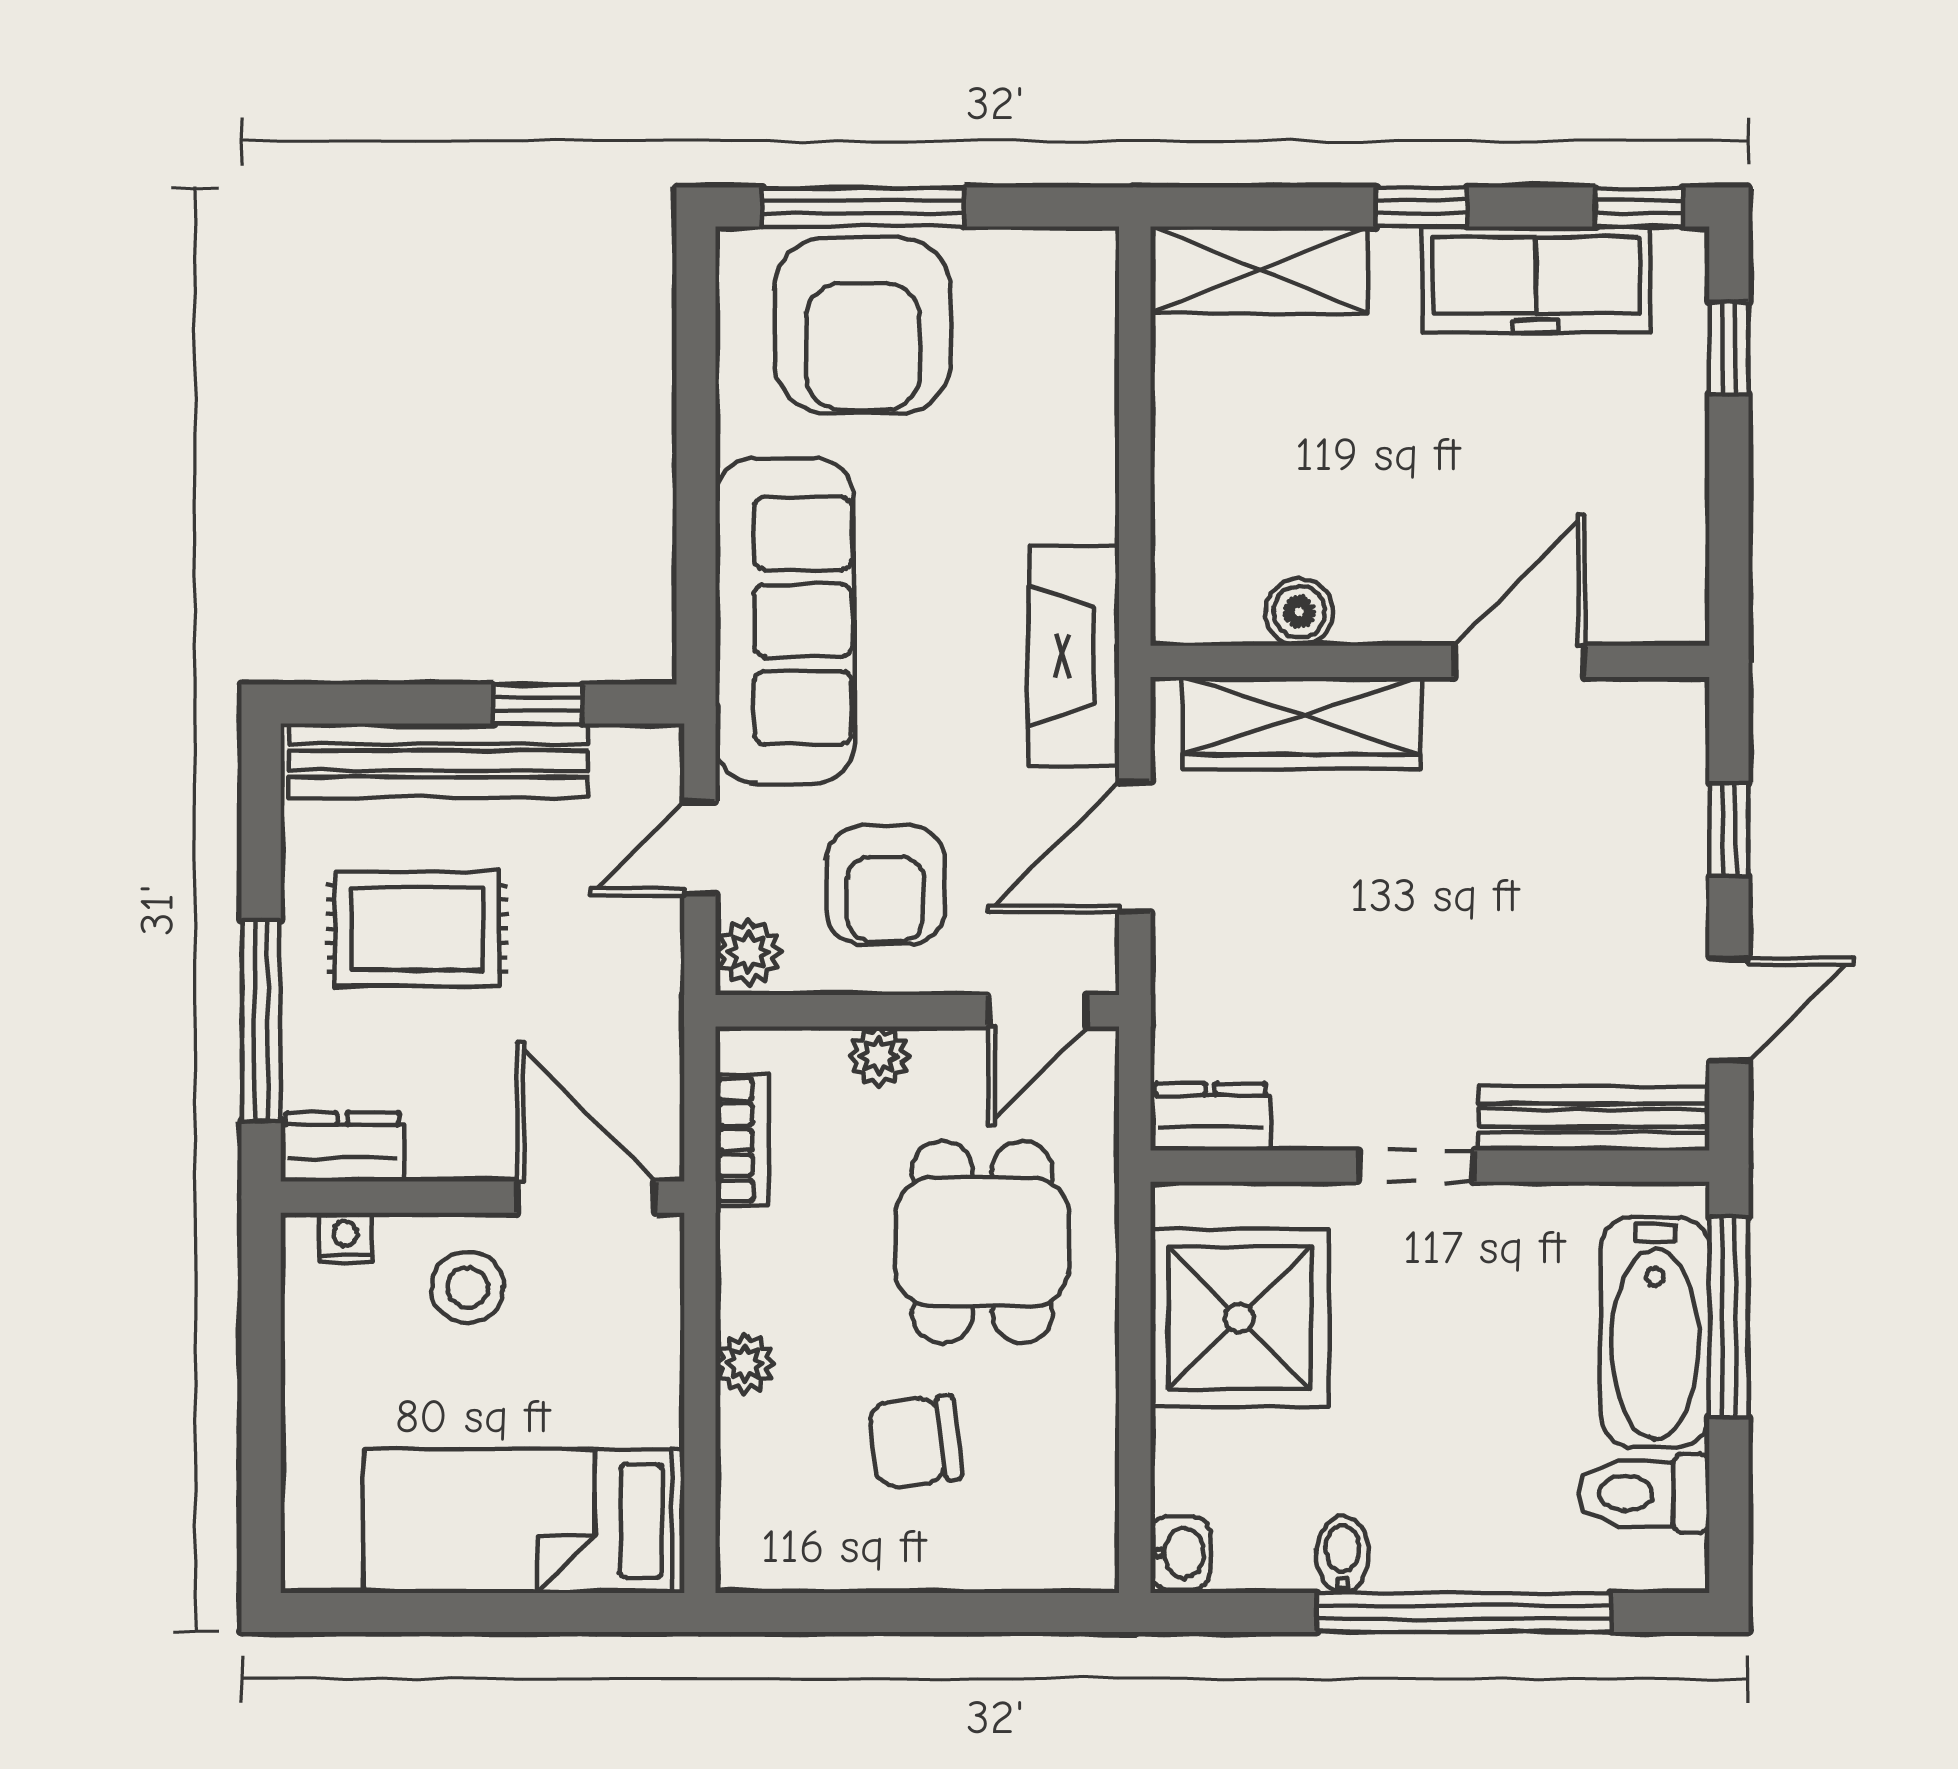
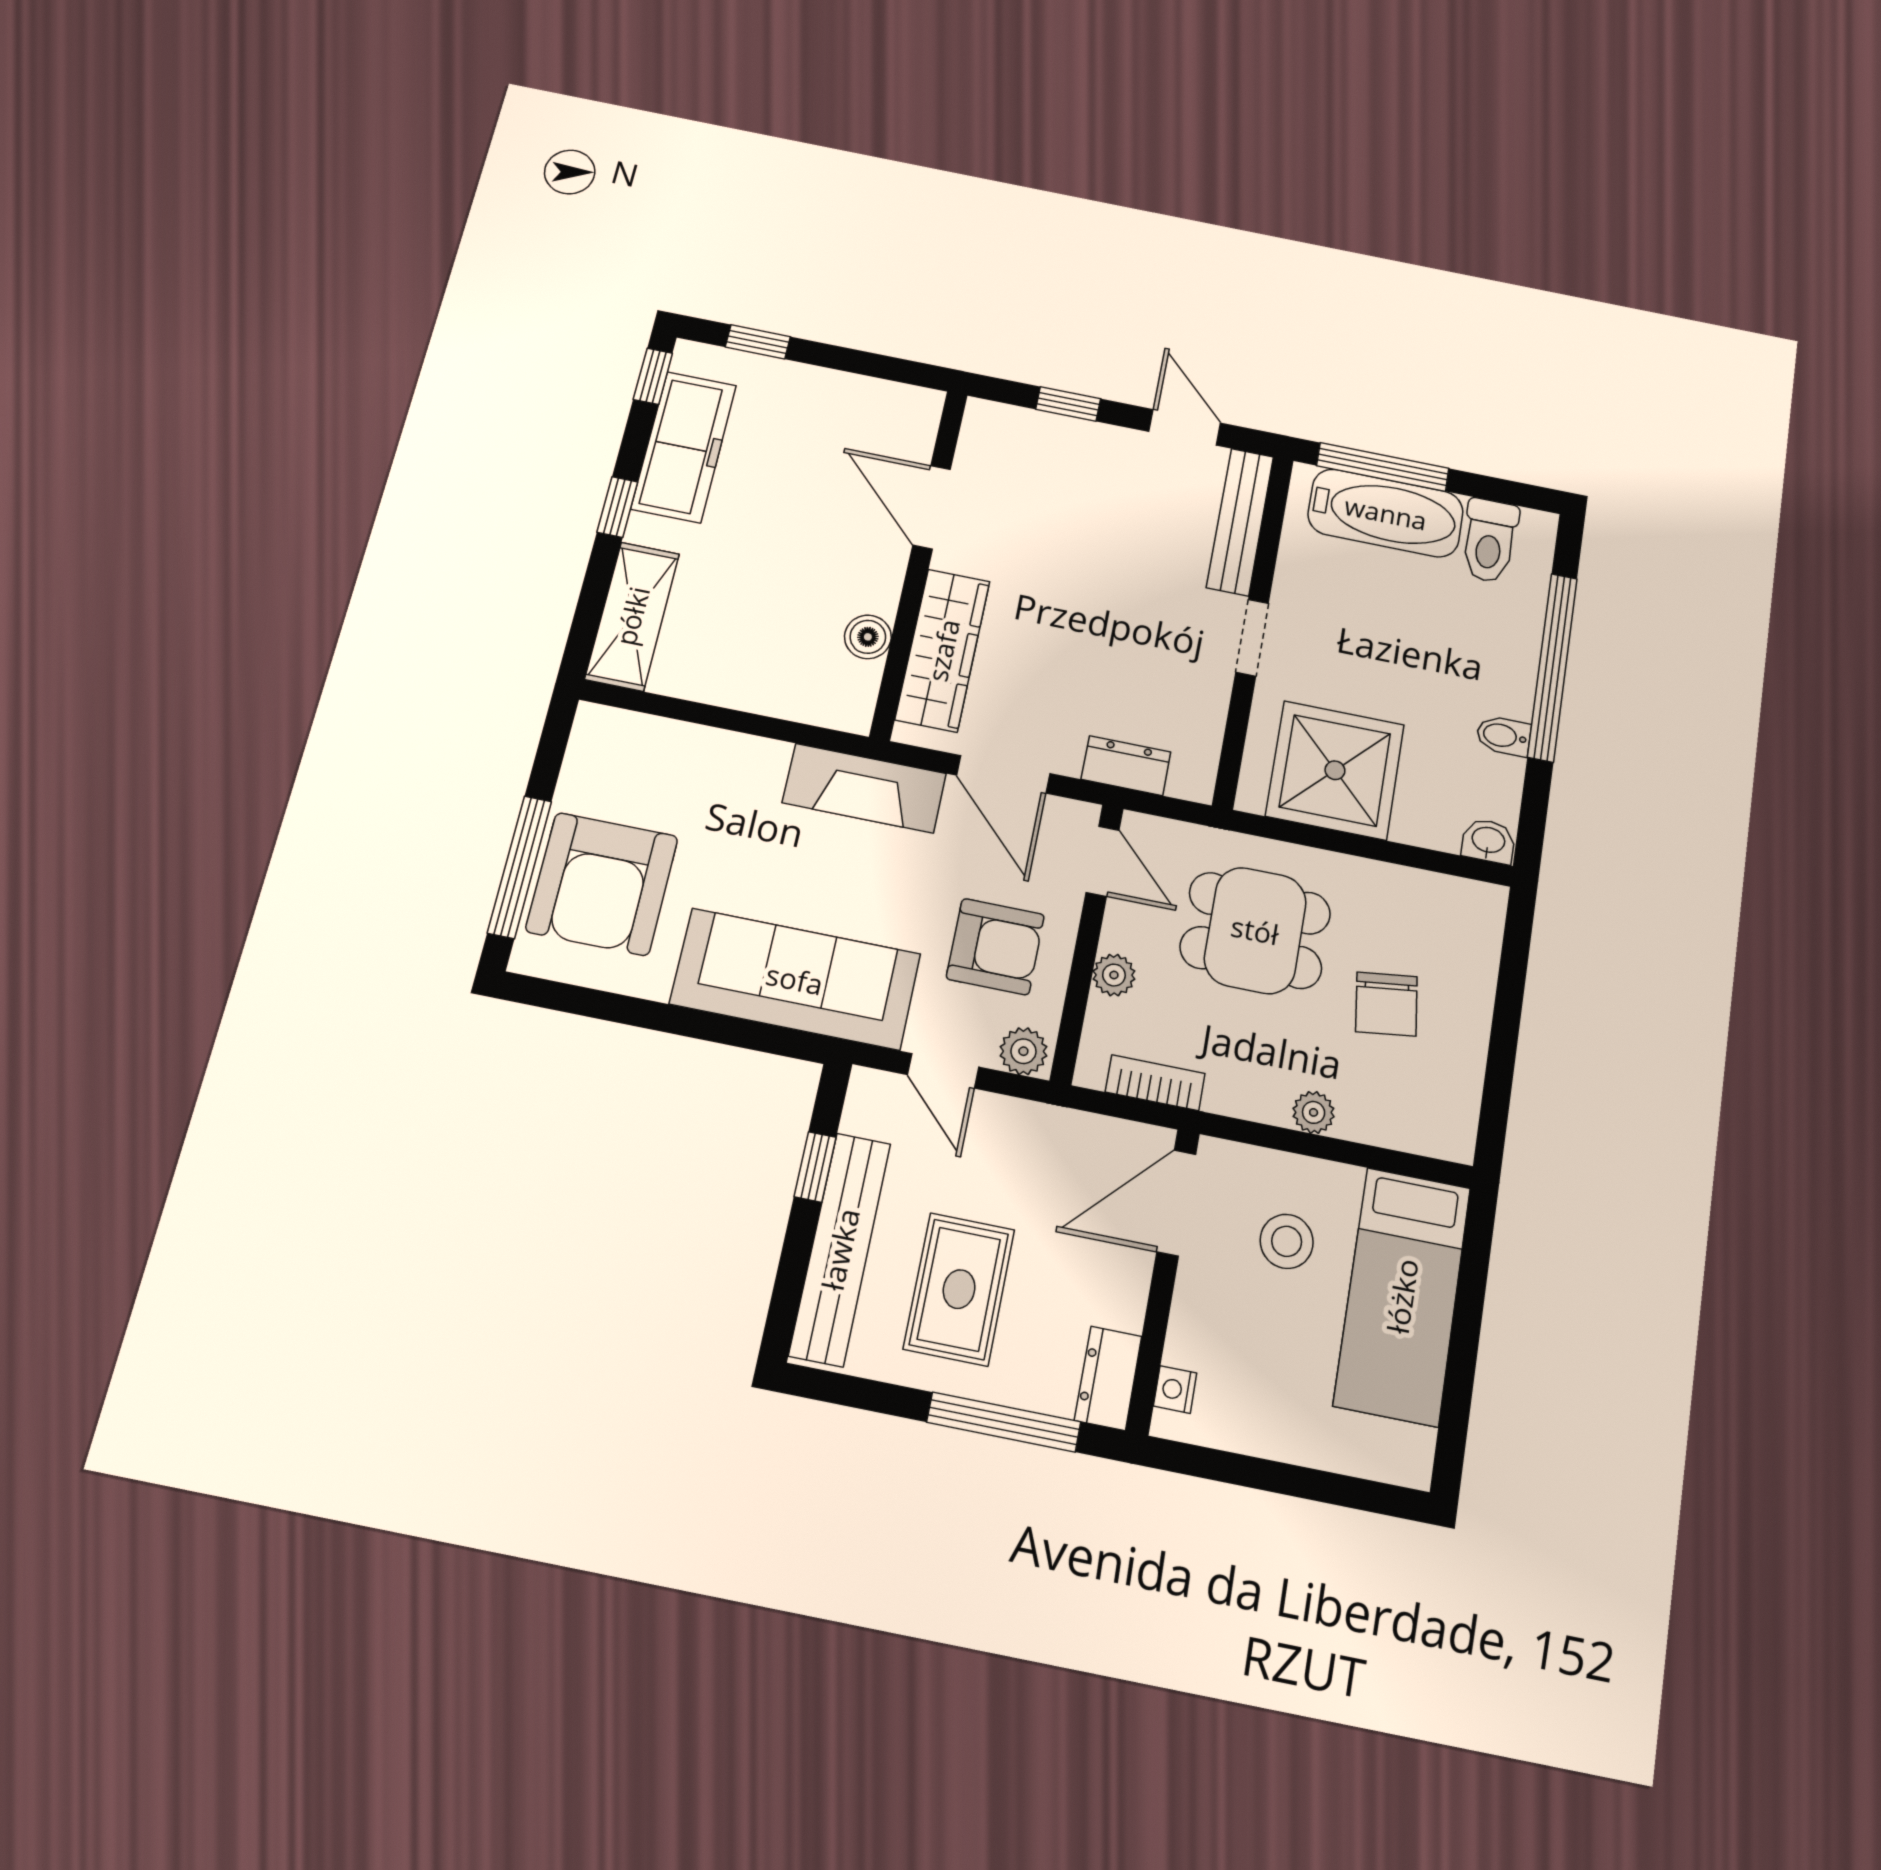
armchair: (863, 325) -> (602, 884), turned 90
dresser: (1210, 1117) -> (1126, 766), moved, turned 90
stool: (467, 1287) -> (1287, 1241), moved

